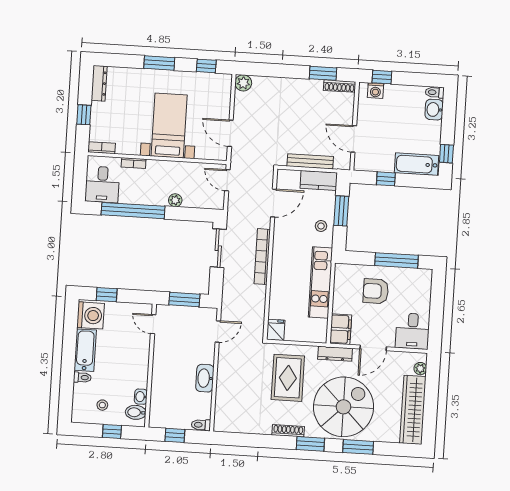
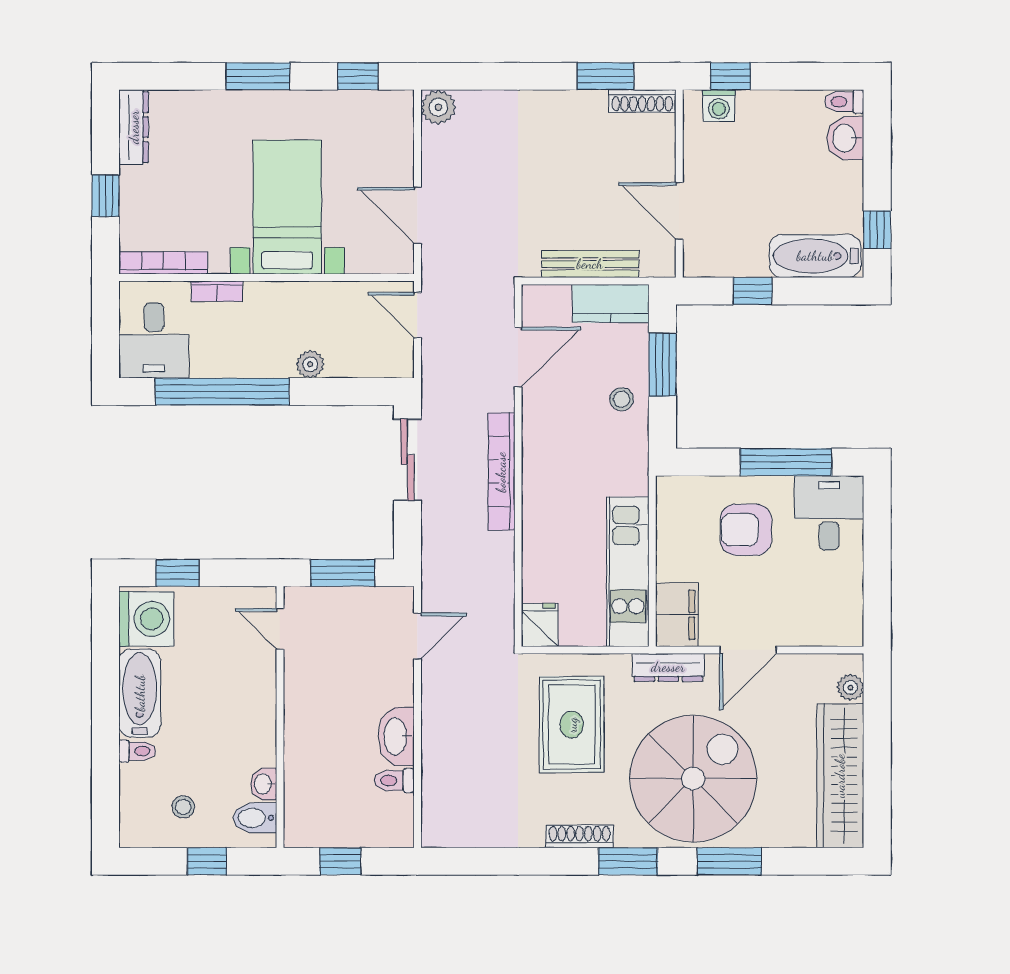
bookcase: (102, 148) -> (164, 263), width x1.56
kitchen unit: (320, 283) -> (628, 572), moved
desk: (413, 331) -> (829, 513), moved, turned 180
toilet: (201, 425) -> (394, 781), moved

